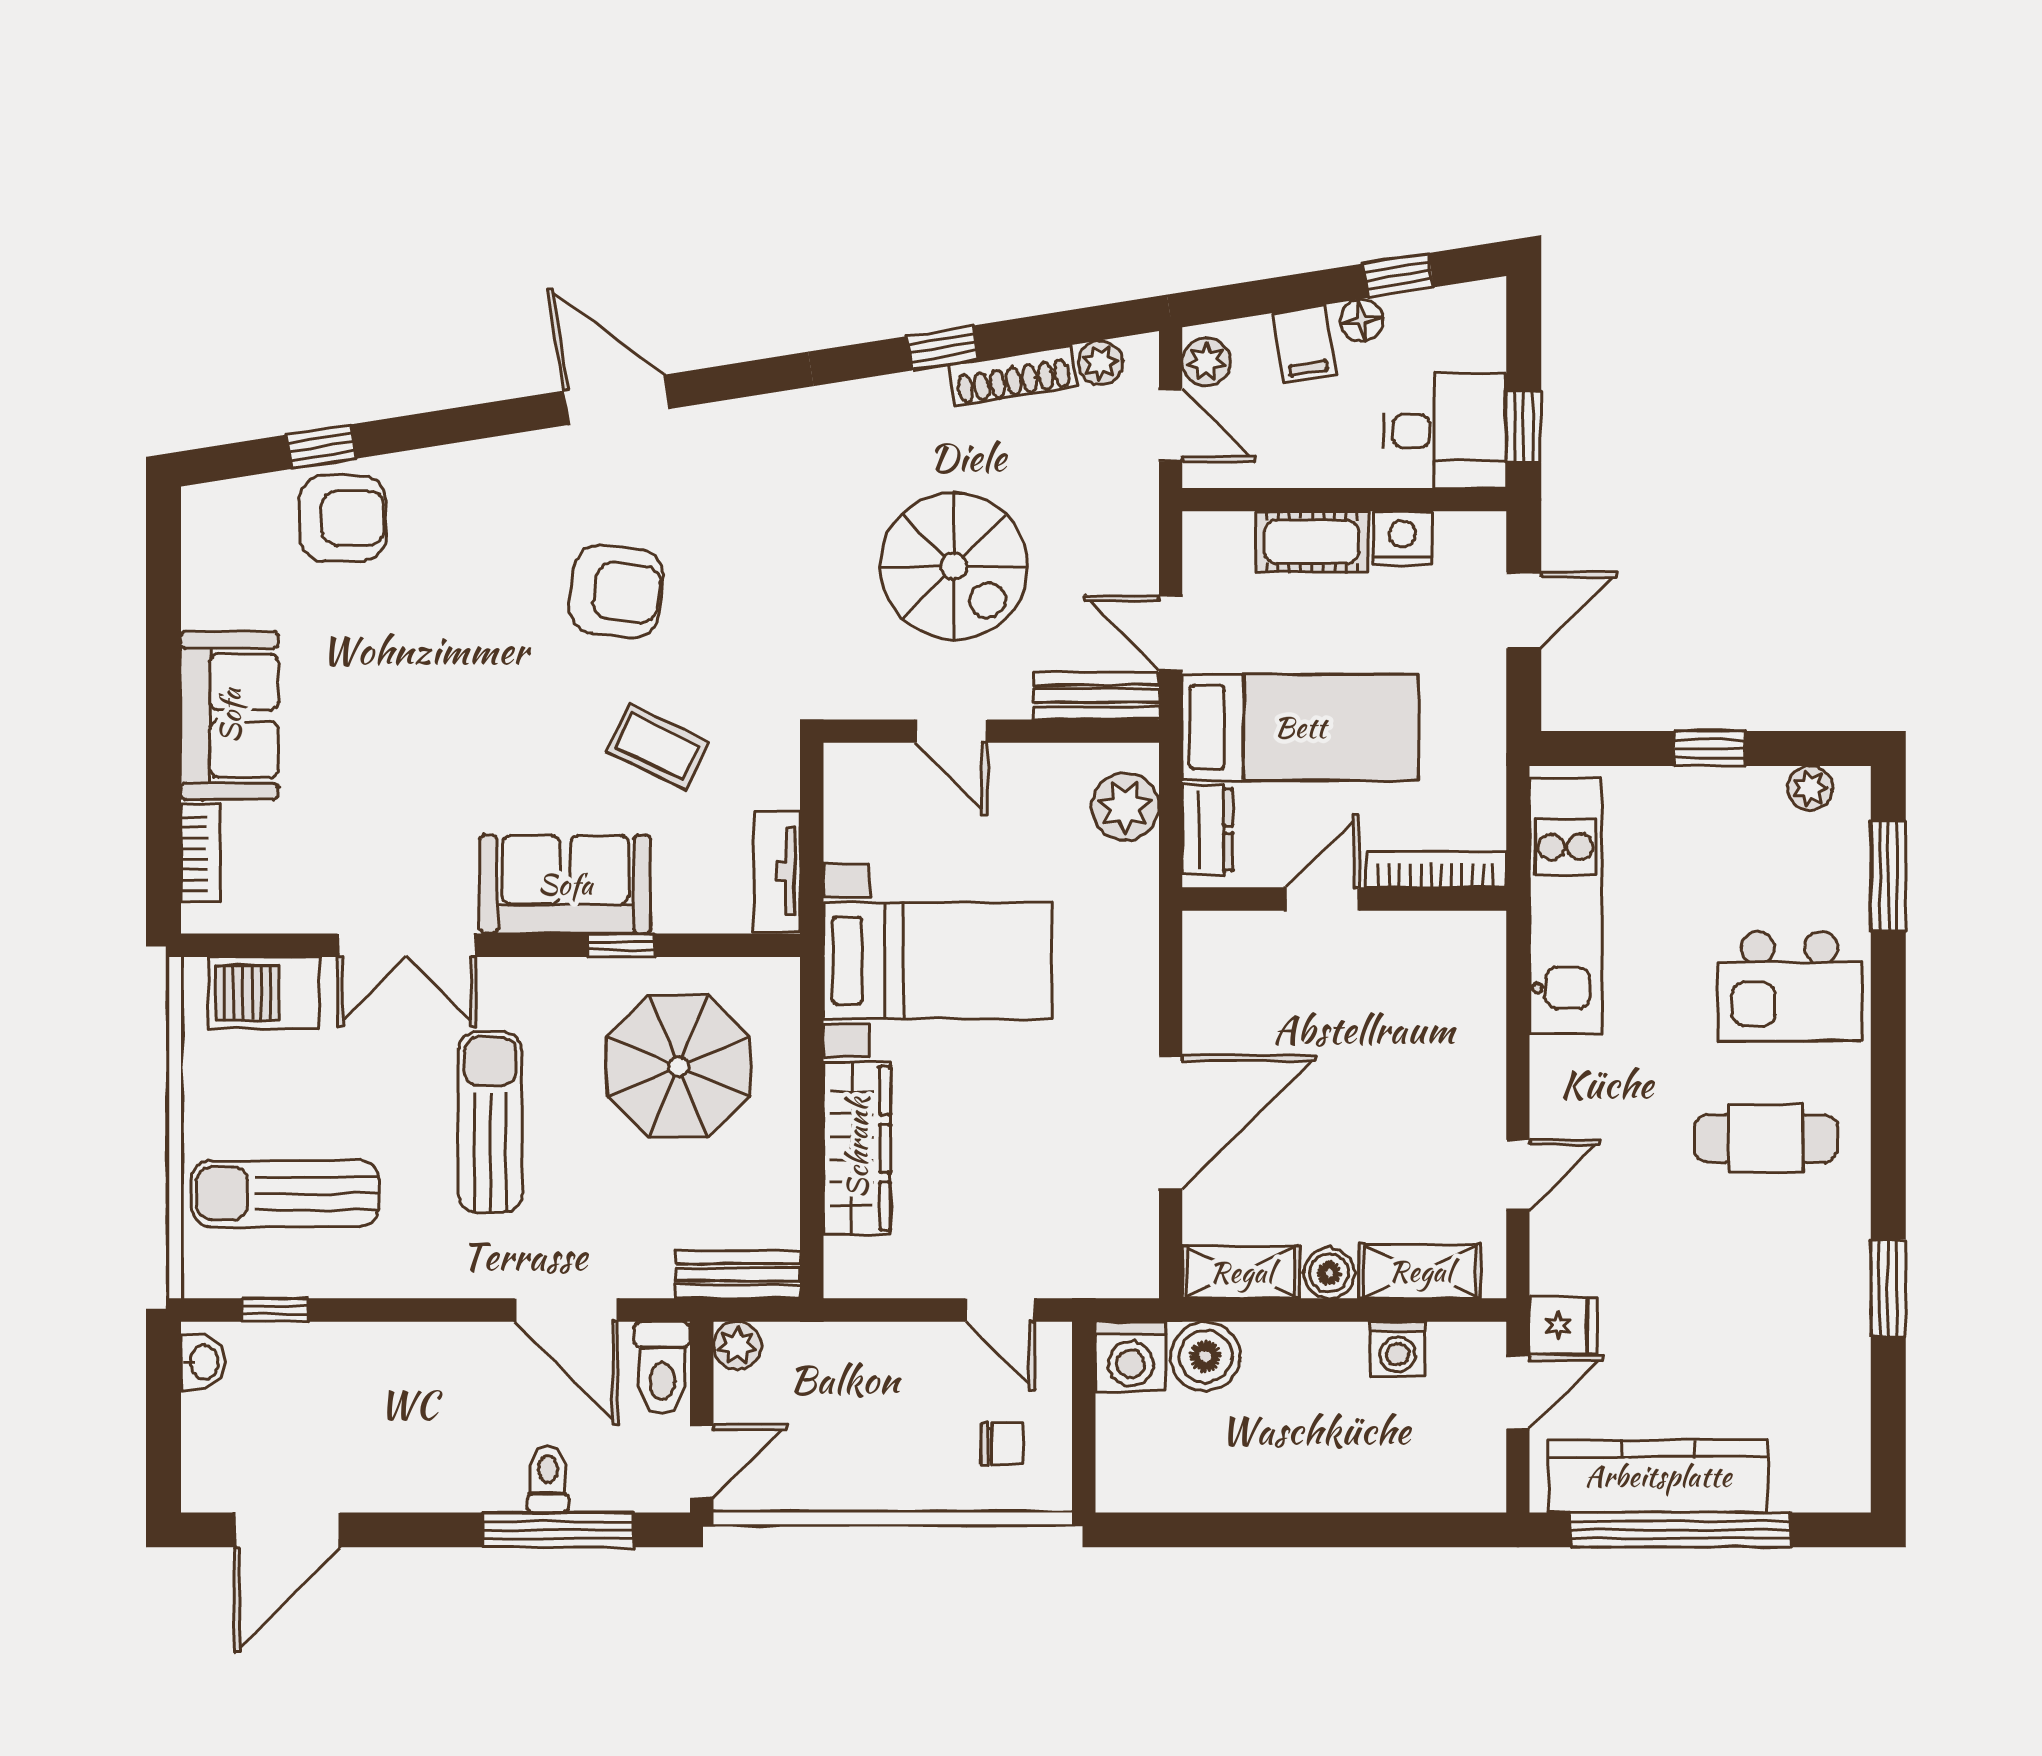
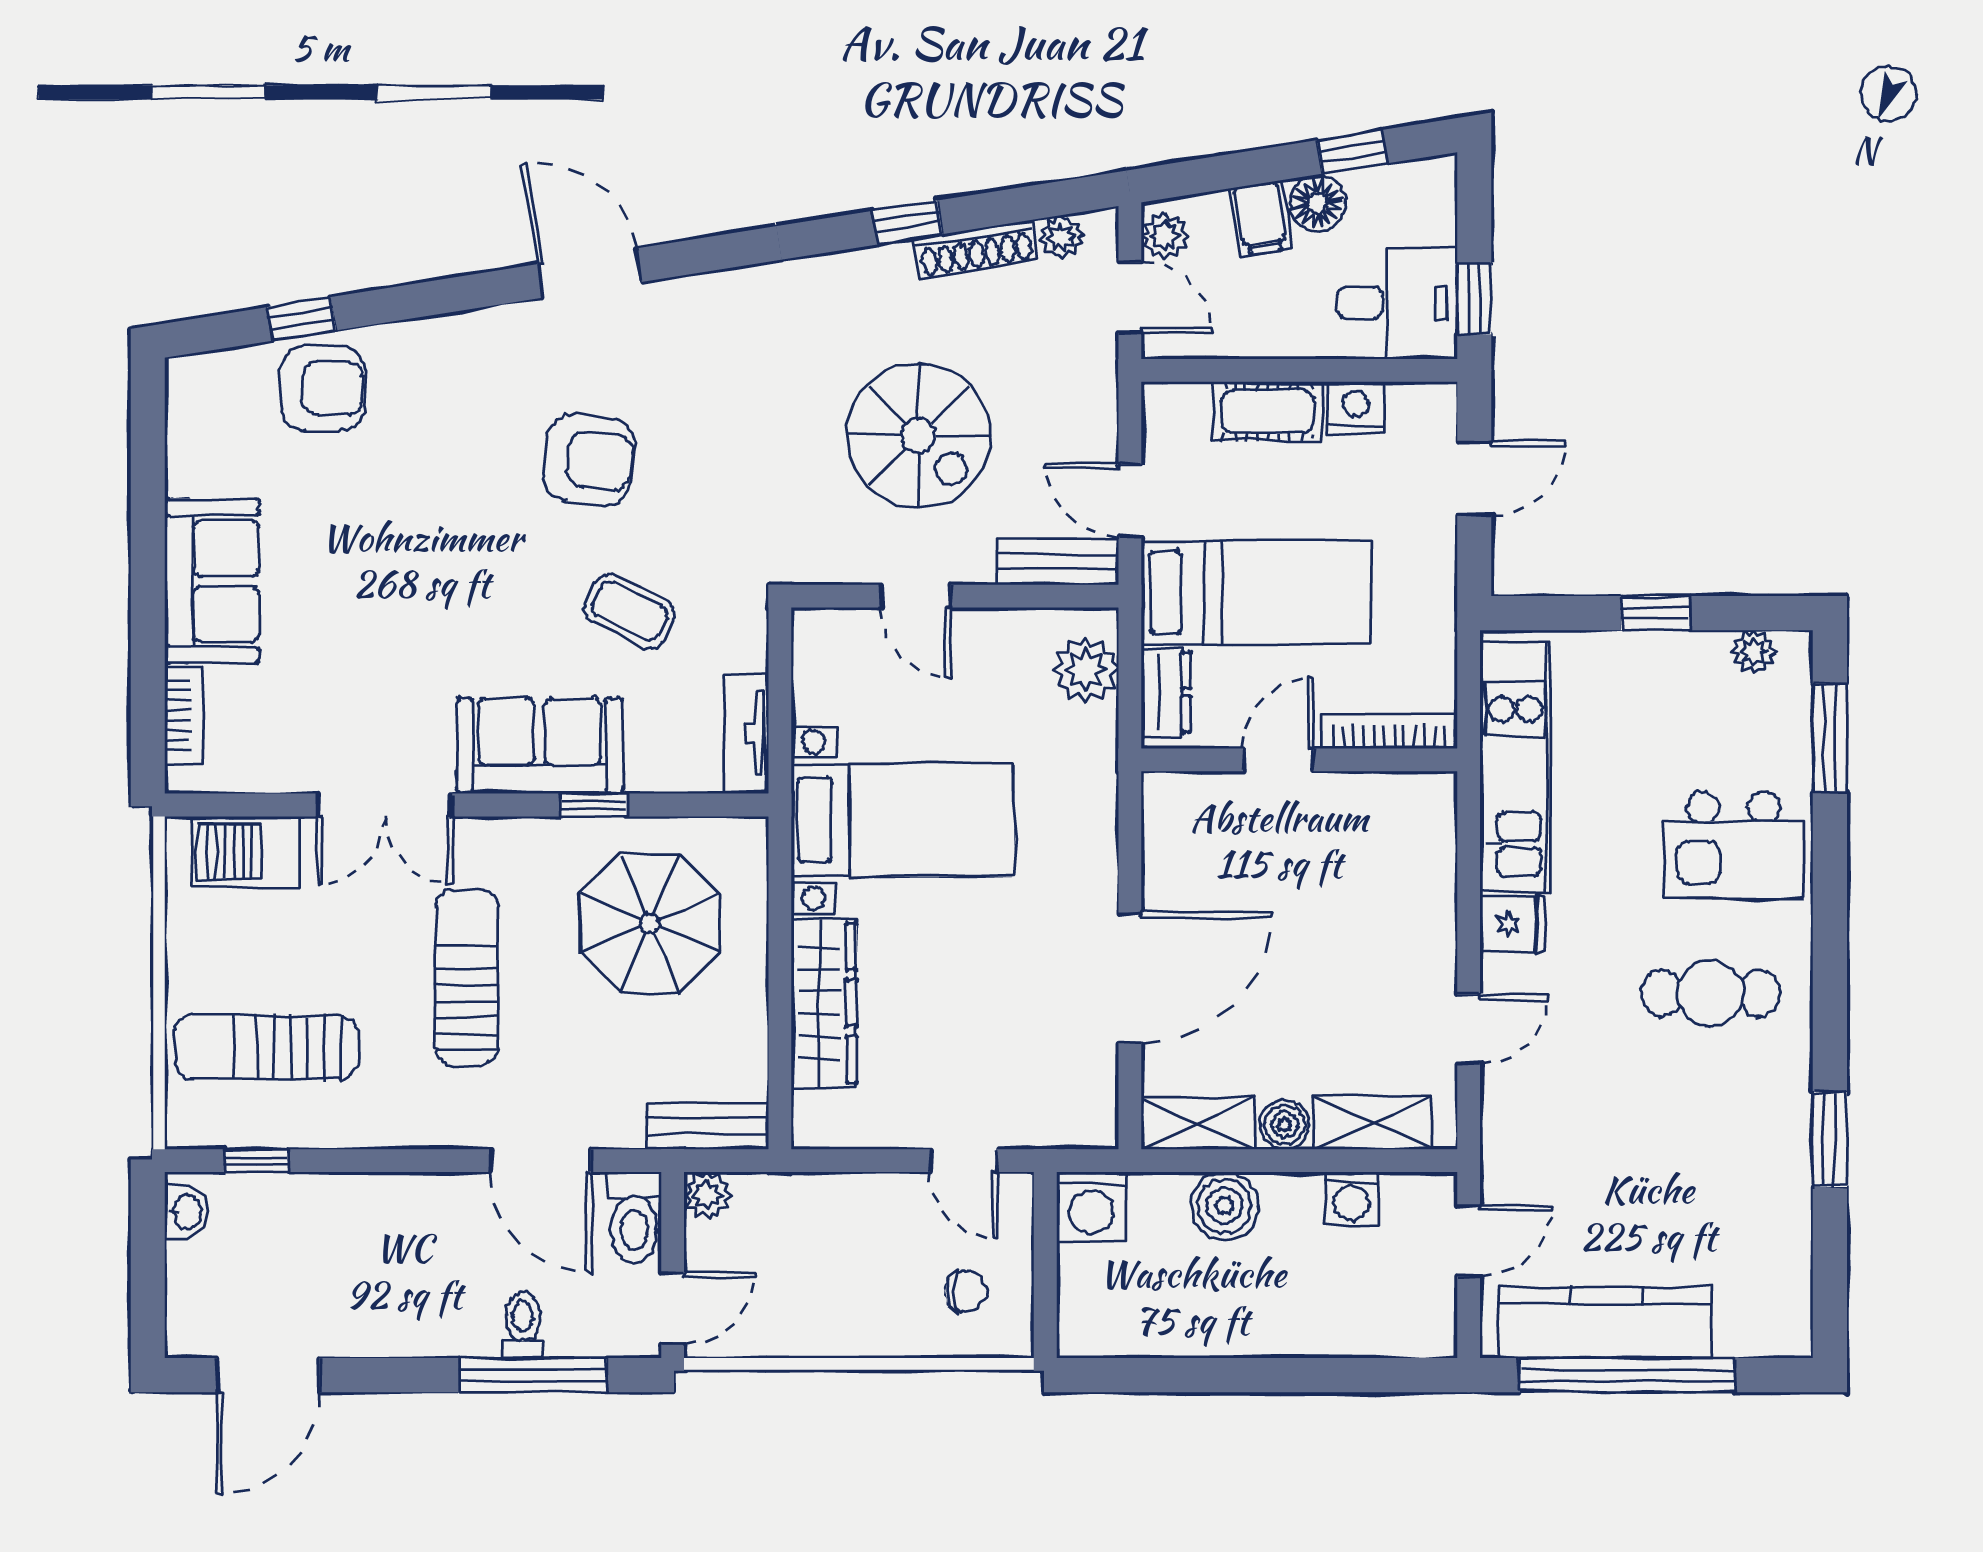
floor lamp: (1362, 320) -> (1317, 203), width x1.37, depth x1.37
fridge: (1564, 1326) -> (1513, 924), moved
boiler: (1205, 1356) -> (1225, 1206), moved

